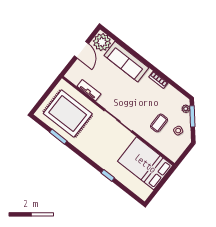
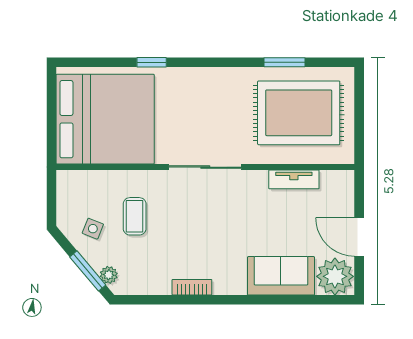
sofa: (126, 62) -> (281, 276), width x0.73
bed: (145, 163) -> (105, 119), width x1.36

